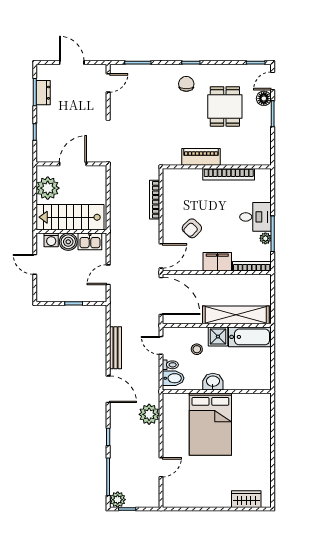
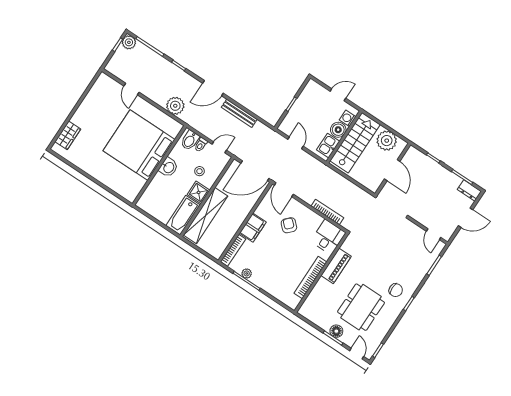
dresser: (43, 93) -> (469, 191), moved
floor lamp: (264, 98) -> (336, 331), moved
dining table: (225, 106) -> (361, 307), width x1.38
desk: (255, 217) -> (328, 237), moved, turned 180
bed: (210, 424) -> (139, 145), width x1.36

